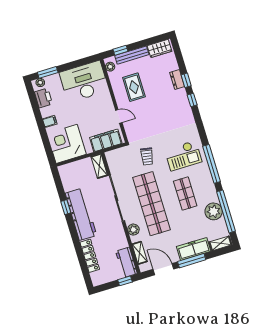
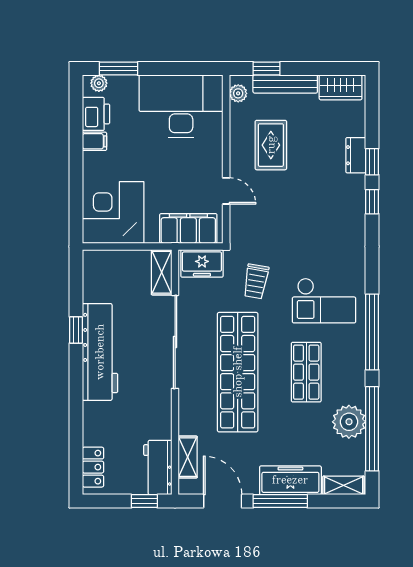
filing cabinet: (50, 121) -> (95, 141), moved
freezer: (118, 156) -> (202, 263), added
plant: (133, 230) -> (189, 410), removed
locker: (90, 256) -> (93, 467), moved, width x0.66

